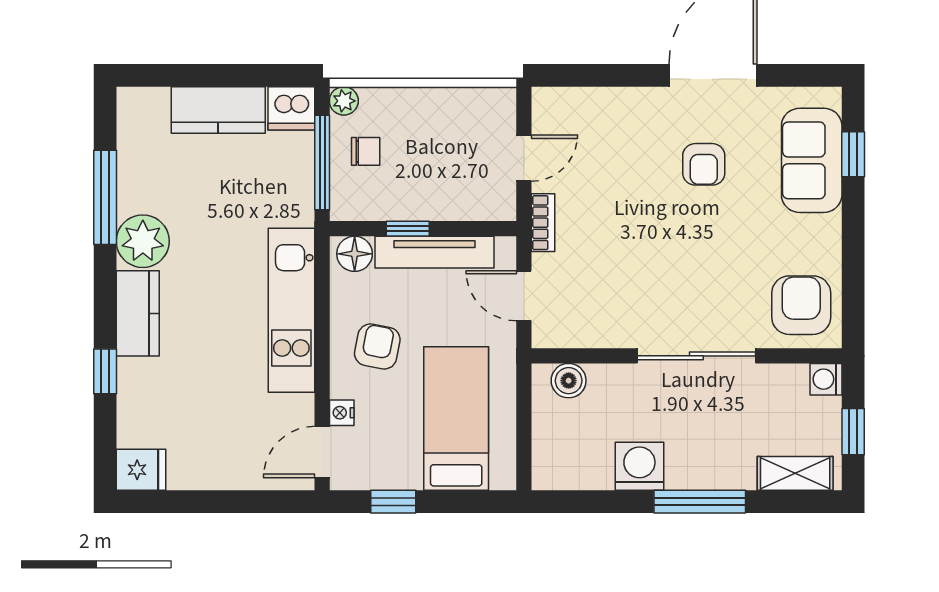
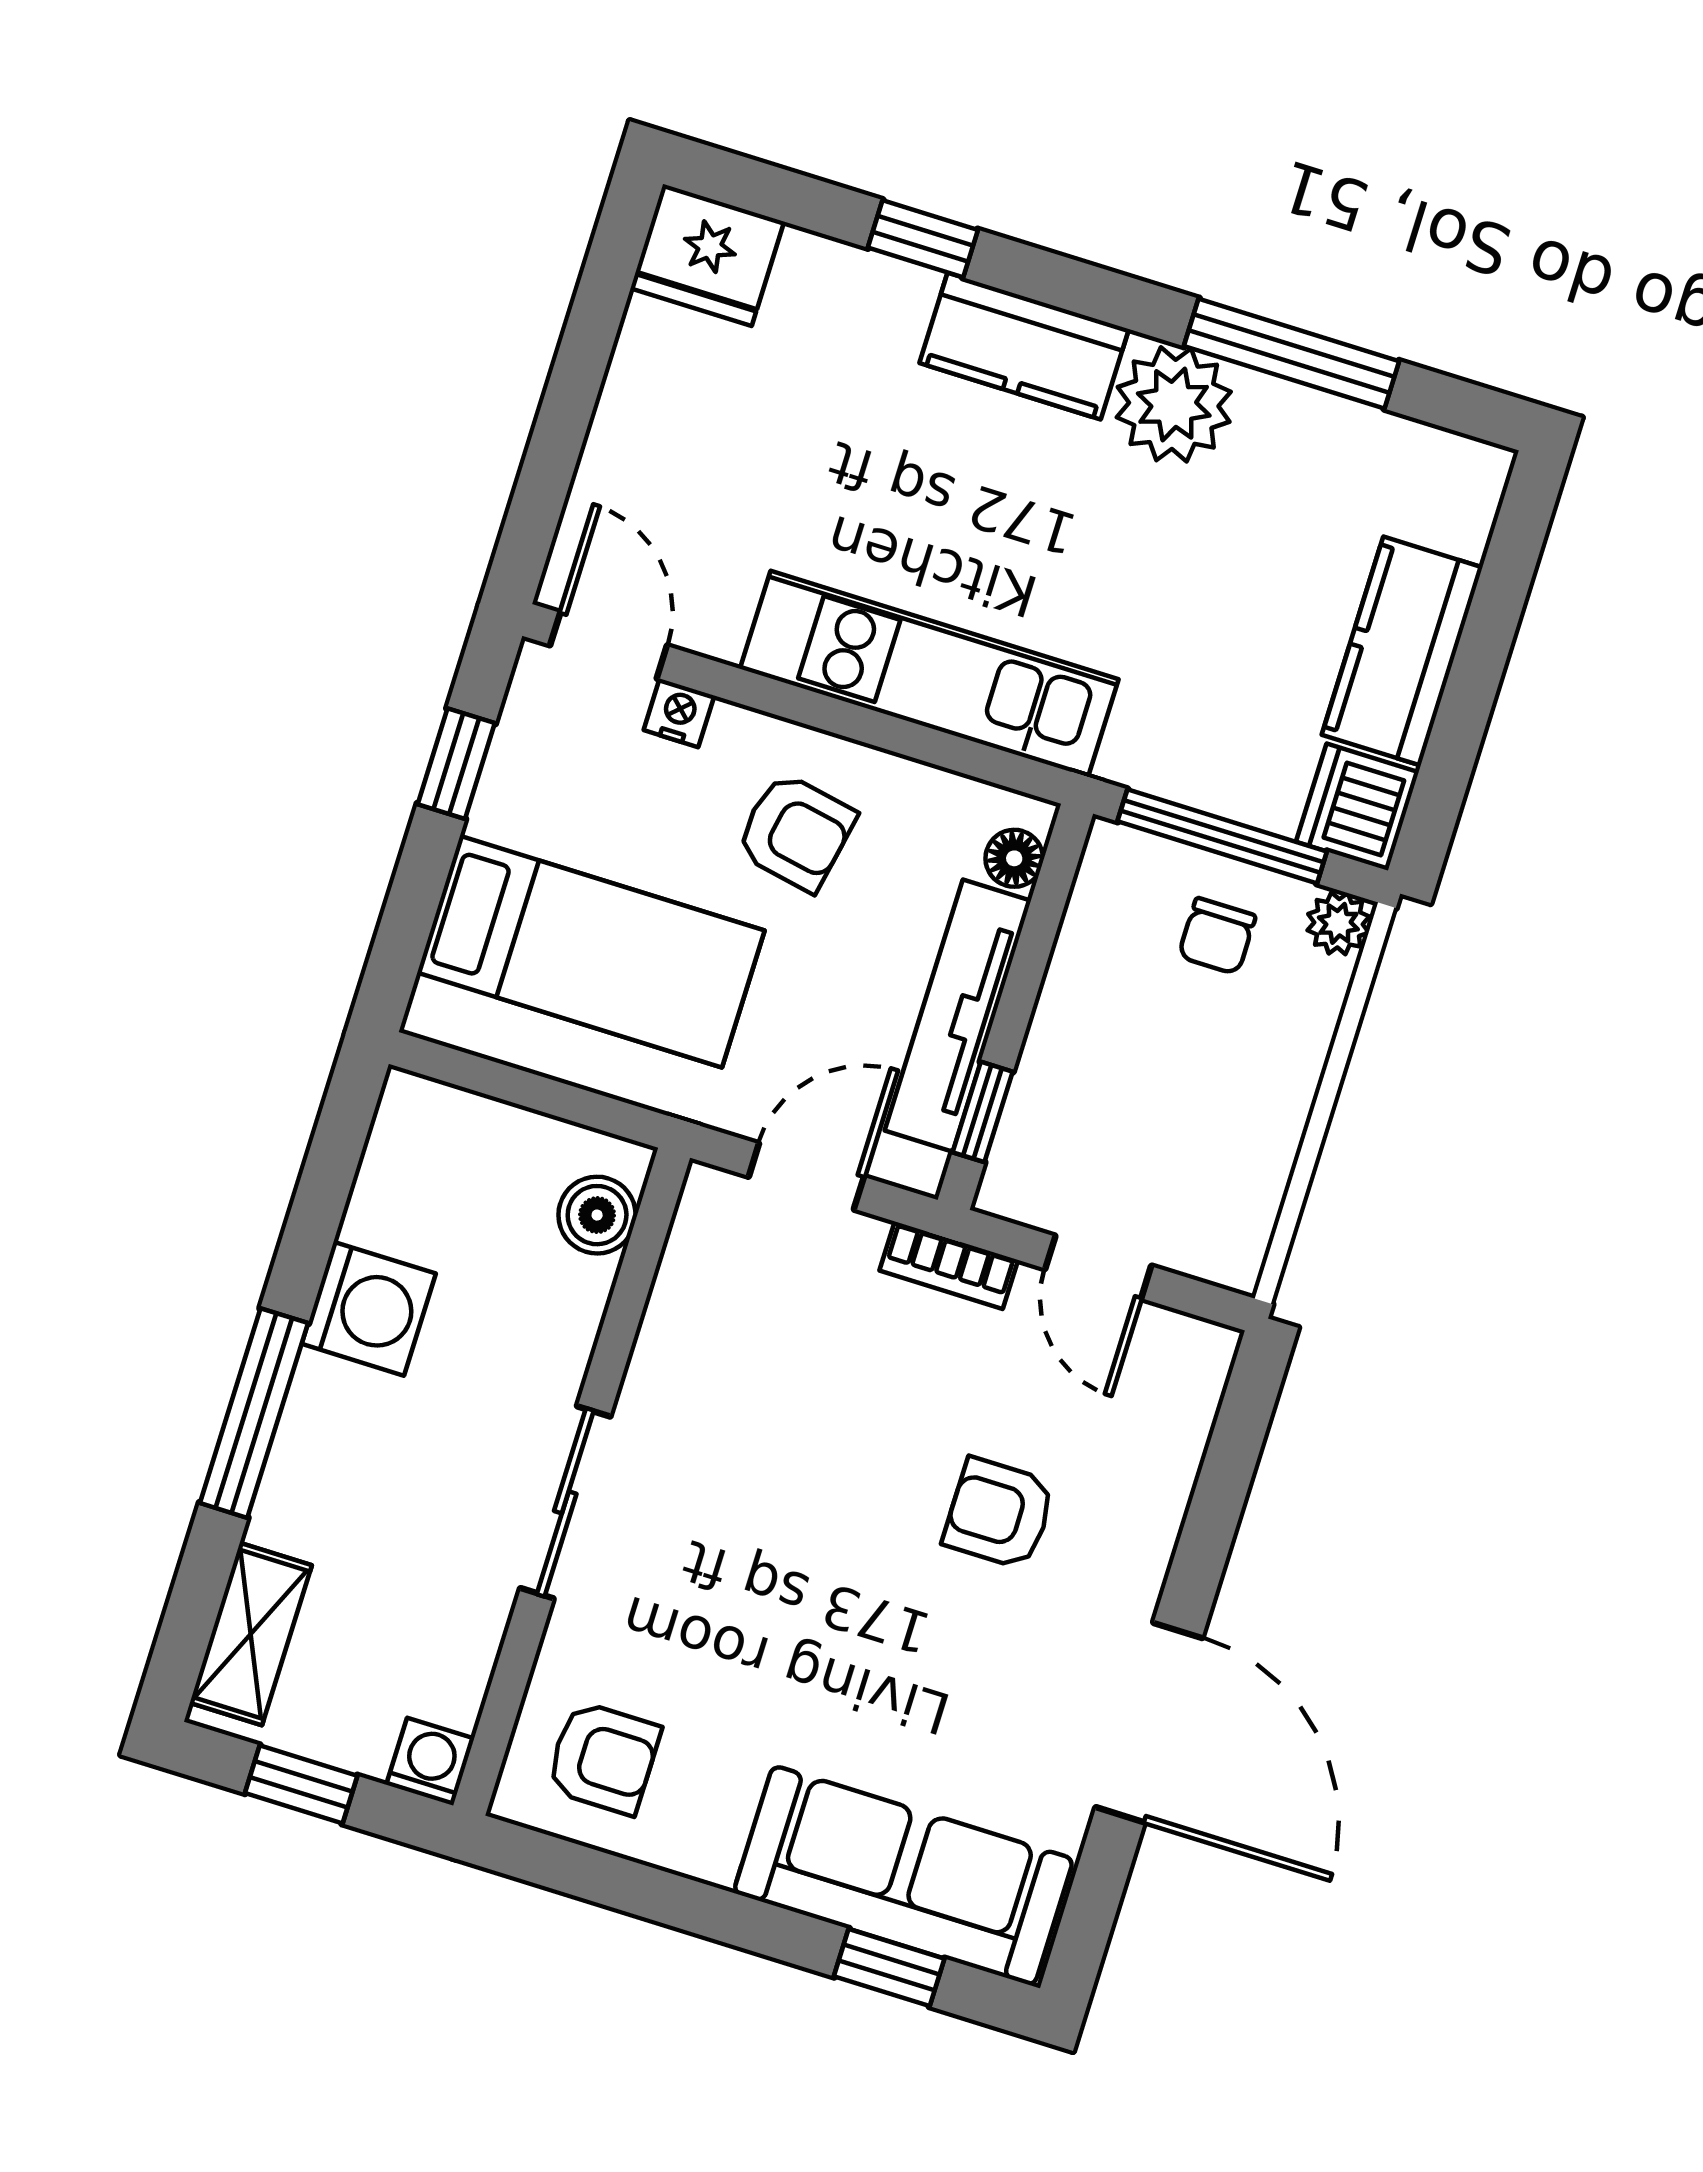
sofa: (812, 160) -> (903, 1876), width x1.36
armchair: (704, 164) -> (999, 1514), moved
window: (408, 229) -> (983, 1112), moved
floor lamp: (355, 254) -> (1014, 858), width x0.73, depth x0.73
armchair: (801, 305) -> (603, 1758), width x0.72, depth x0.72
sliding door: (696, 356) -> (565, 1502), width x0.73
fridge: (141, 470) -> (707, 255), width x1.38

